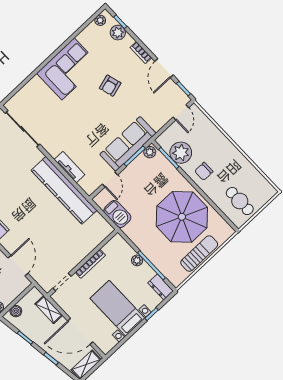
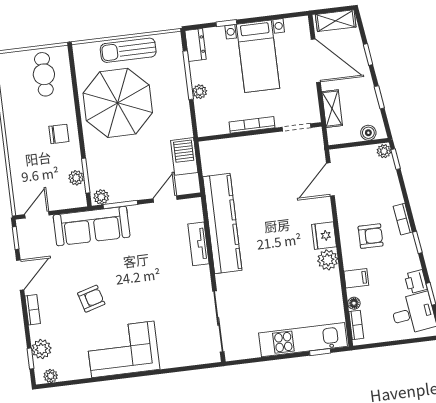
sofa: (128, 144) -> (92, 226), moved
plant: (181, 153) -> (76, 178), width x0.53, depth x0.53

